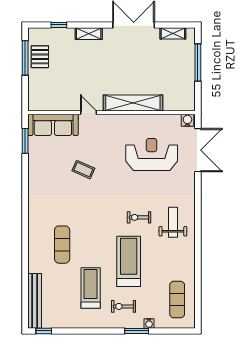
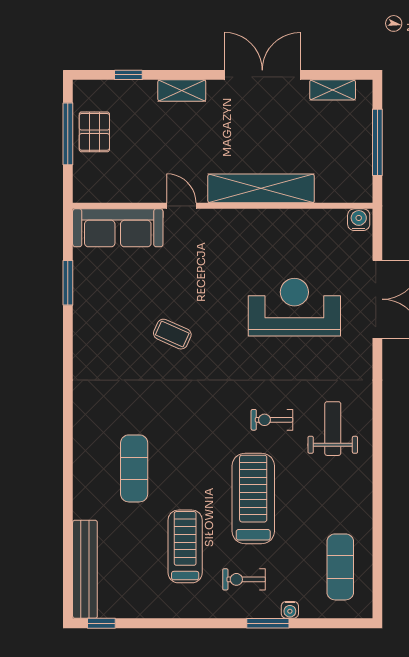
shelving: (133, 103) -> (261, 188), moved
door: (88, 113) -> (181, 206), moved
wall: (112, 113) -> (223, 206), moved
water cooler: (187, 120) -> (359, 220), moved
sofa: (53, 125) -> (118, 228), moved

